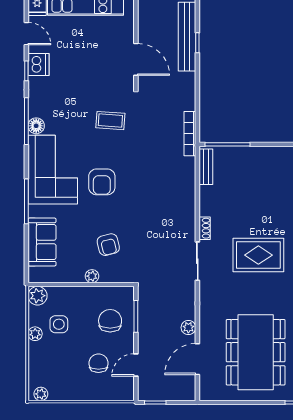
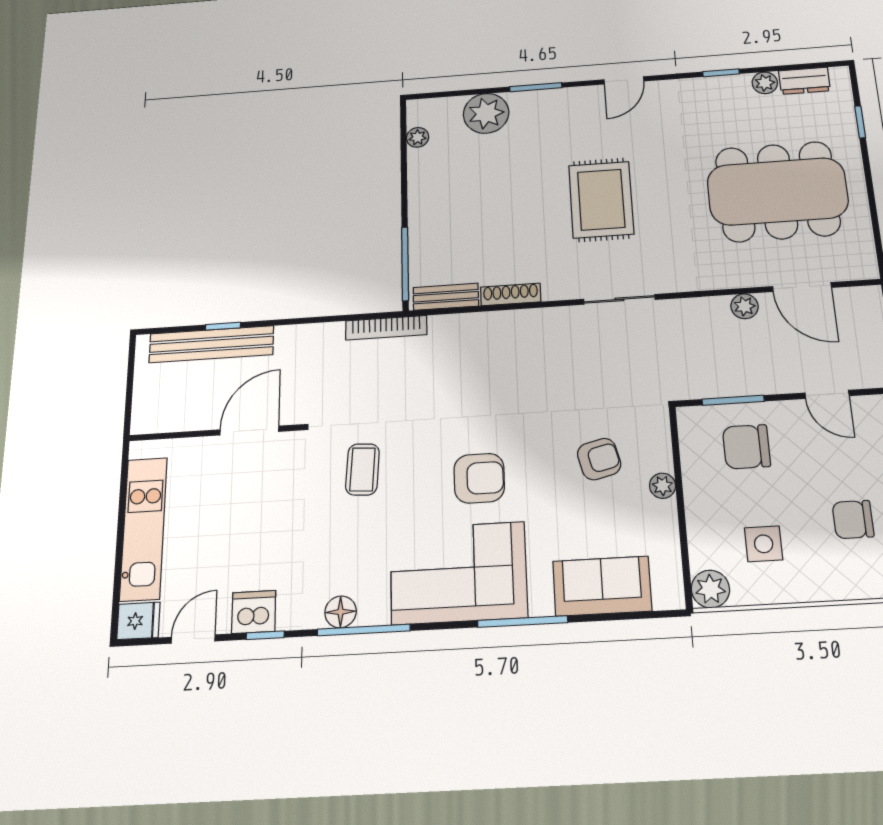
floor lamp: (36, 126) -> (341, 612), moved
shoe rack: (205, 228) -> (511, 294), moved, width x1.43
plant: (35, 334) -> (788, 590), removed
chair: (98, 363) -> (853, 520), moved

